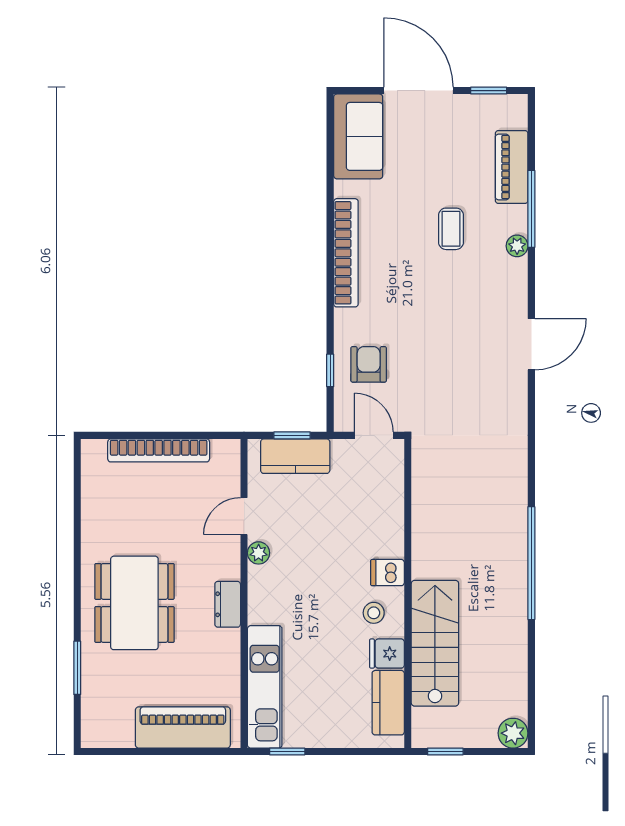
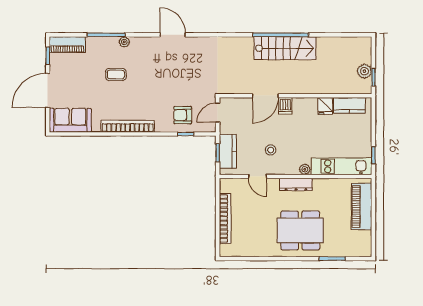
piano: (512, 167) -> (67, 45), moved
door: (408, 532) -> (265, 96), added
plant: (259, 553) -> (305, 169), moved
dresser: (228, 604) -> (296, 185), width x1.44
stool: (374, 613) -> (271, 150), moved
stairs: (435, 643) -> (285, 48), moved, turned 180
plant: (513, 733) -> (364, 71), moved

